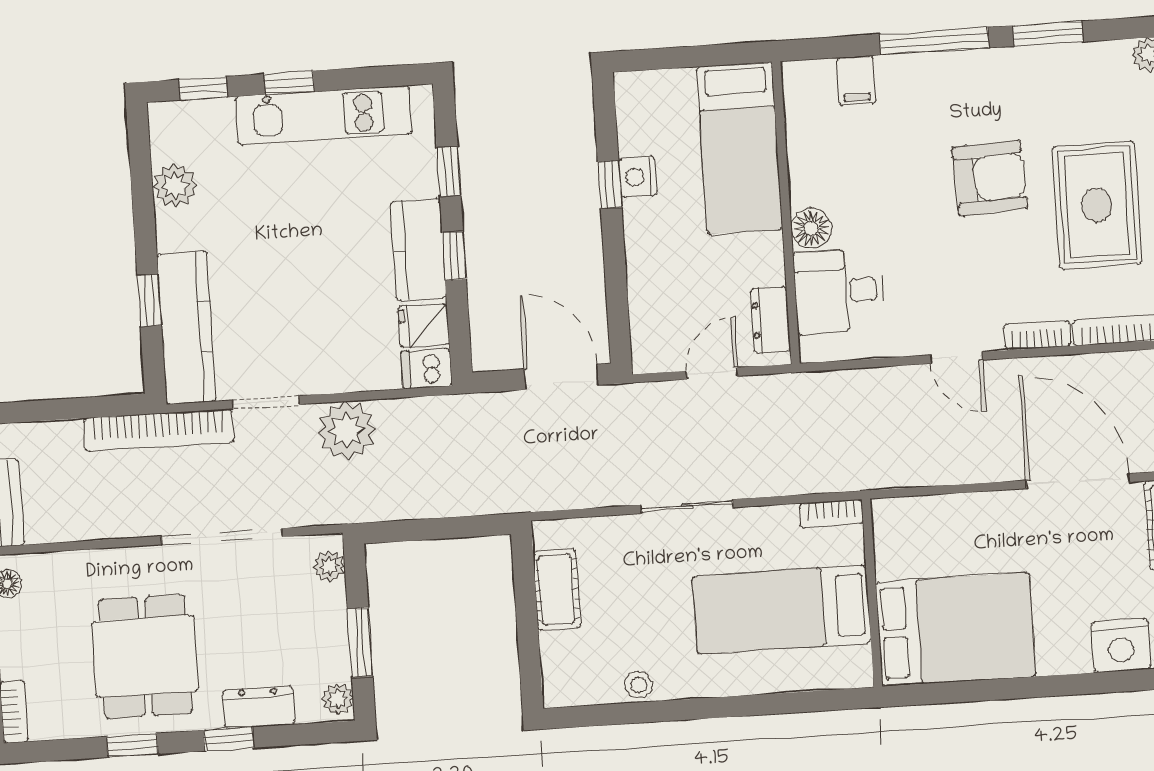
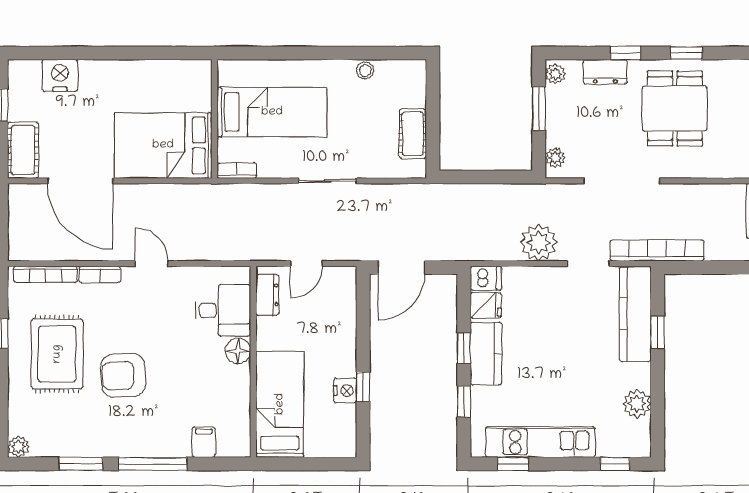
window: (289, 83) -> (513, 464), moved
door: (561, 377) -> (401, 267), hinge flipped
bed: (956, 629) -> (163, 145), moved

